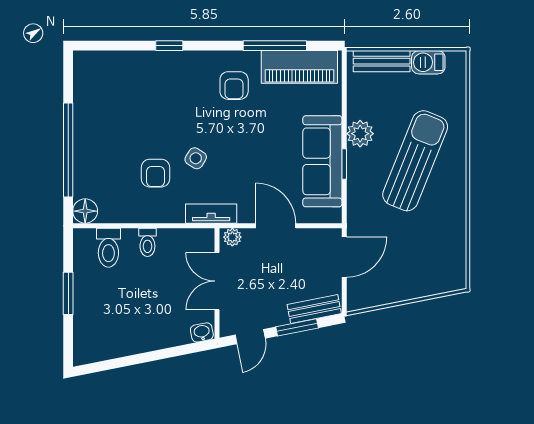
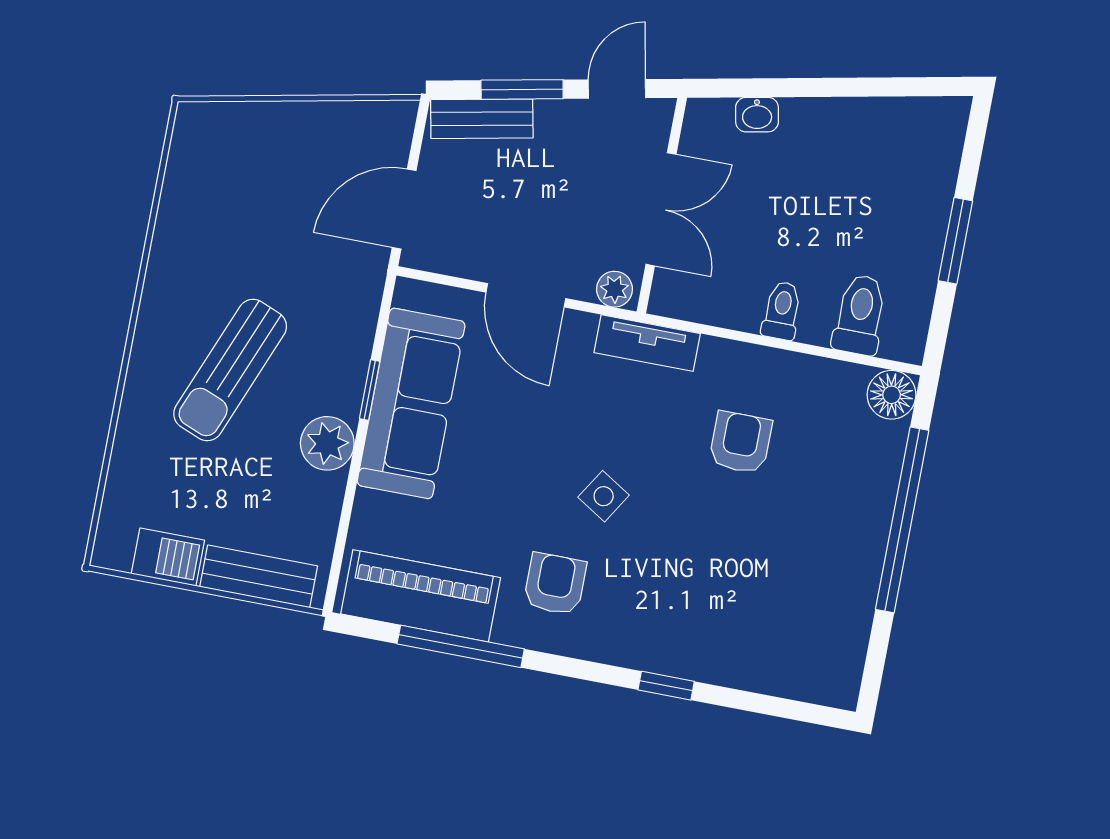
side table: (196, 158) -> (604, 496), moved
sun lounger: (415, 161) -> (230, 370), width x0.73, depth x0.75
washbasin: (202, 332) -> (757, 115), moved

